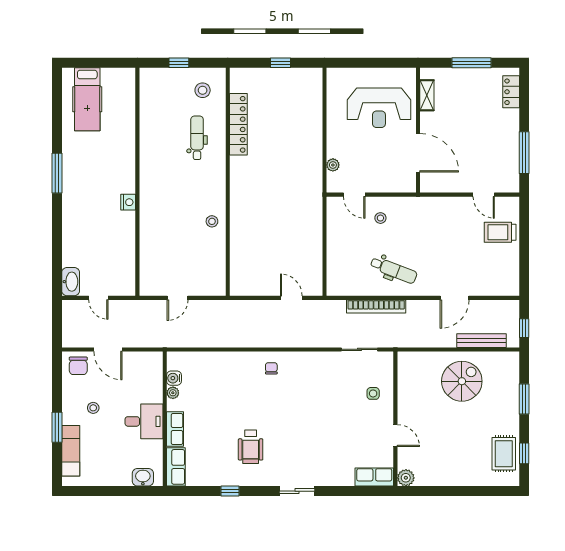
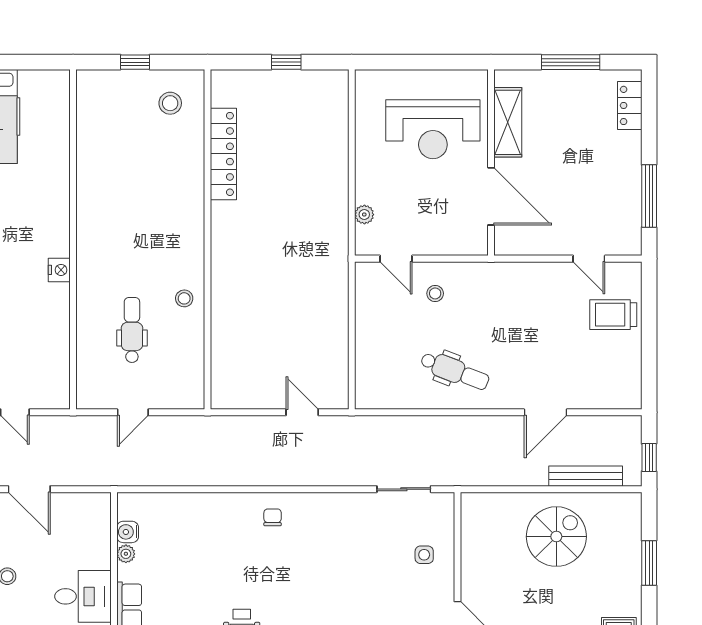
shelving: (427, 95) -> (508, 122), width x1.50, depth x1.33
dental chair: (197, 138) -> (132, 330), moved
bookcase: (376, 306) -> (429, 425), removed

